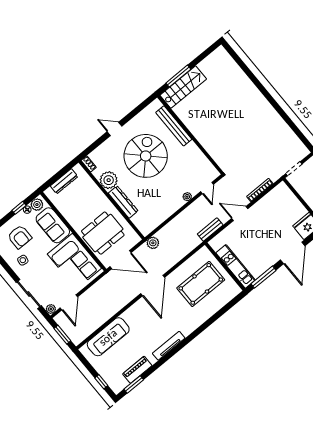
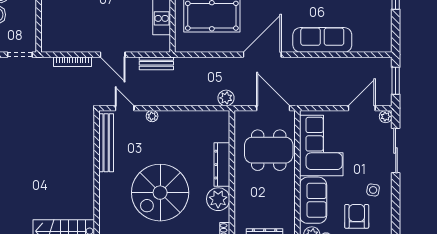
bench: (174, 126) -> (106, 143), moved
door: (207, 188) -> (125, 108), hinge flipped
sofa: (108, 337) -> (322, 40), moved

